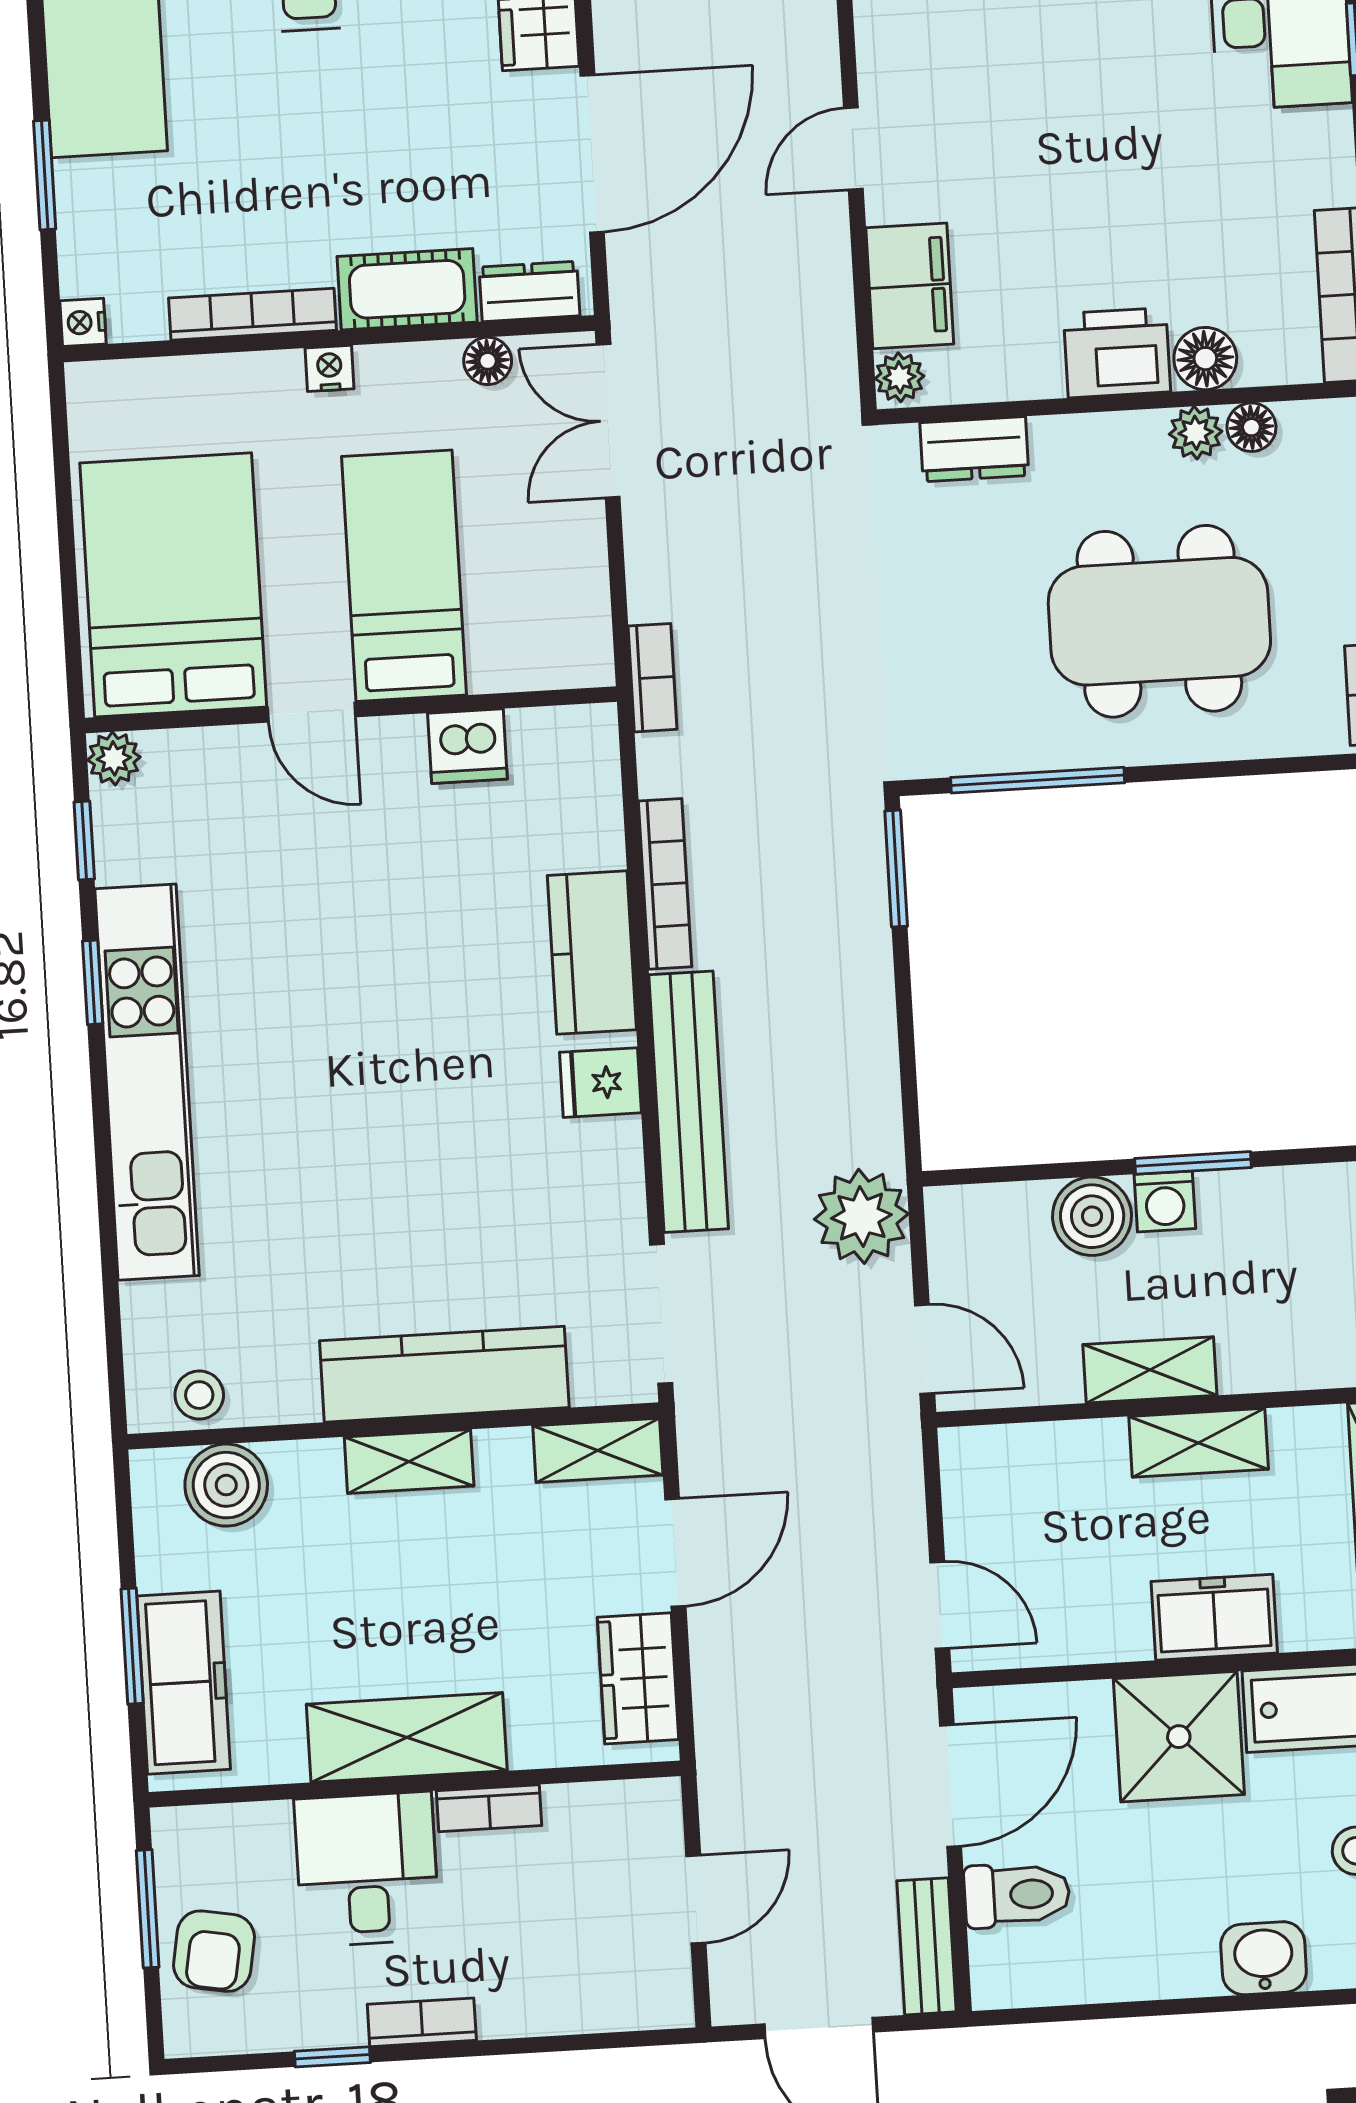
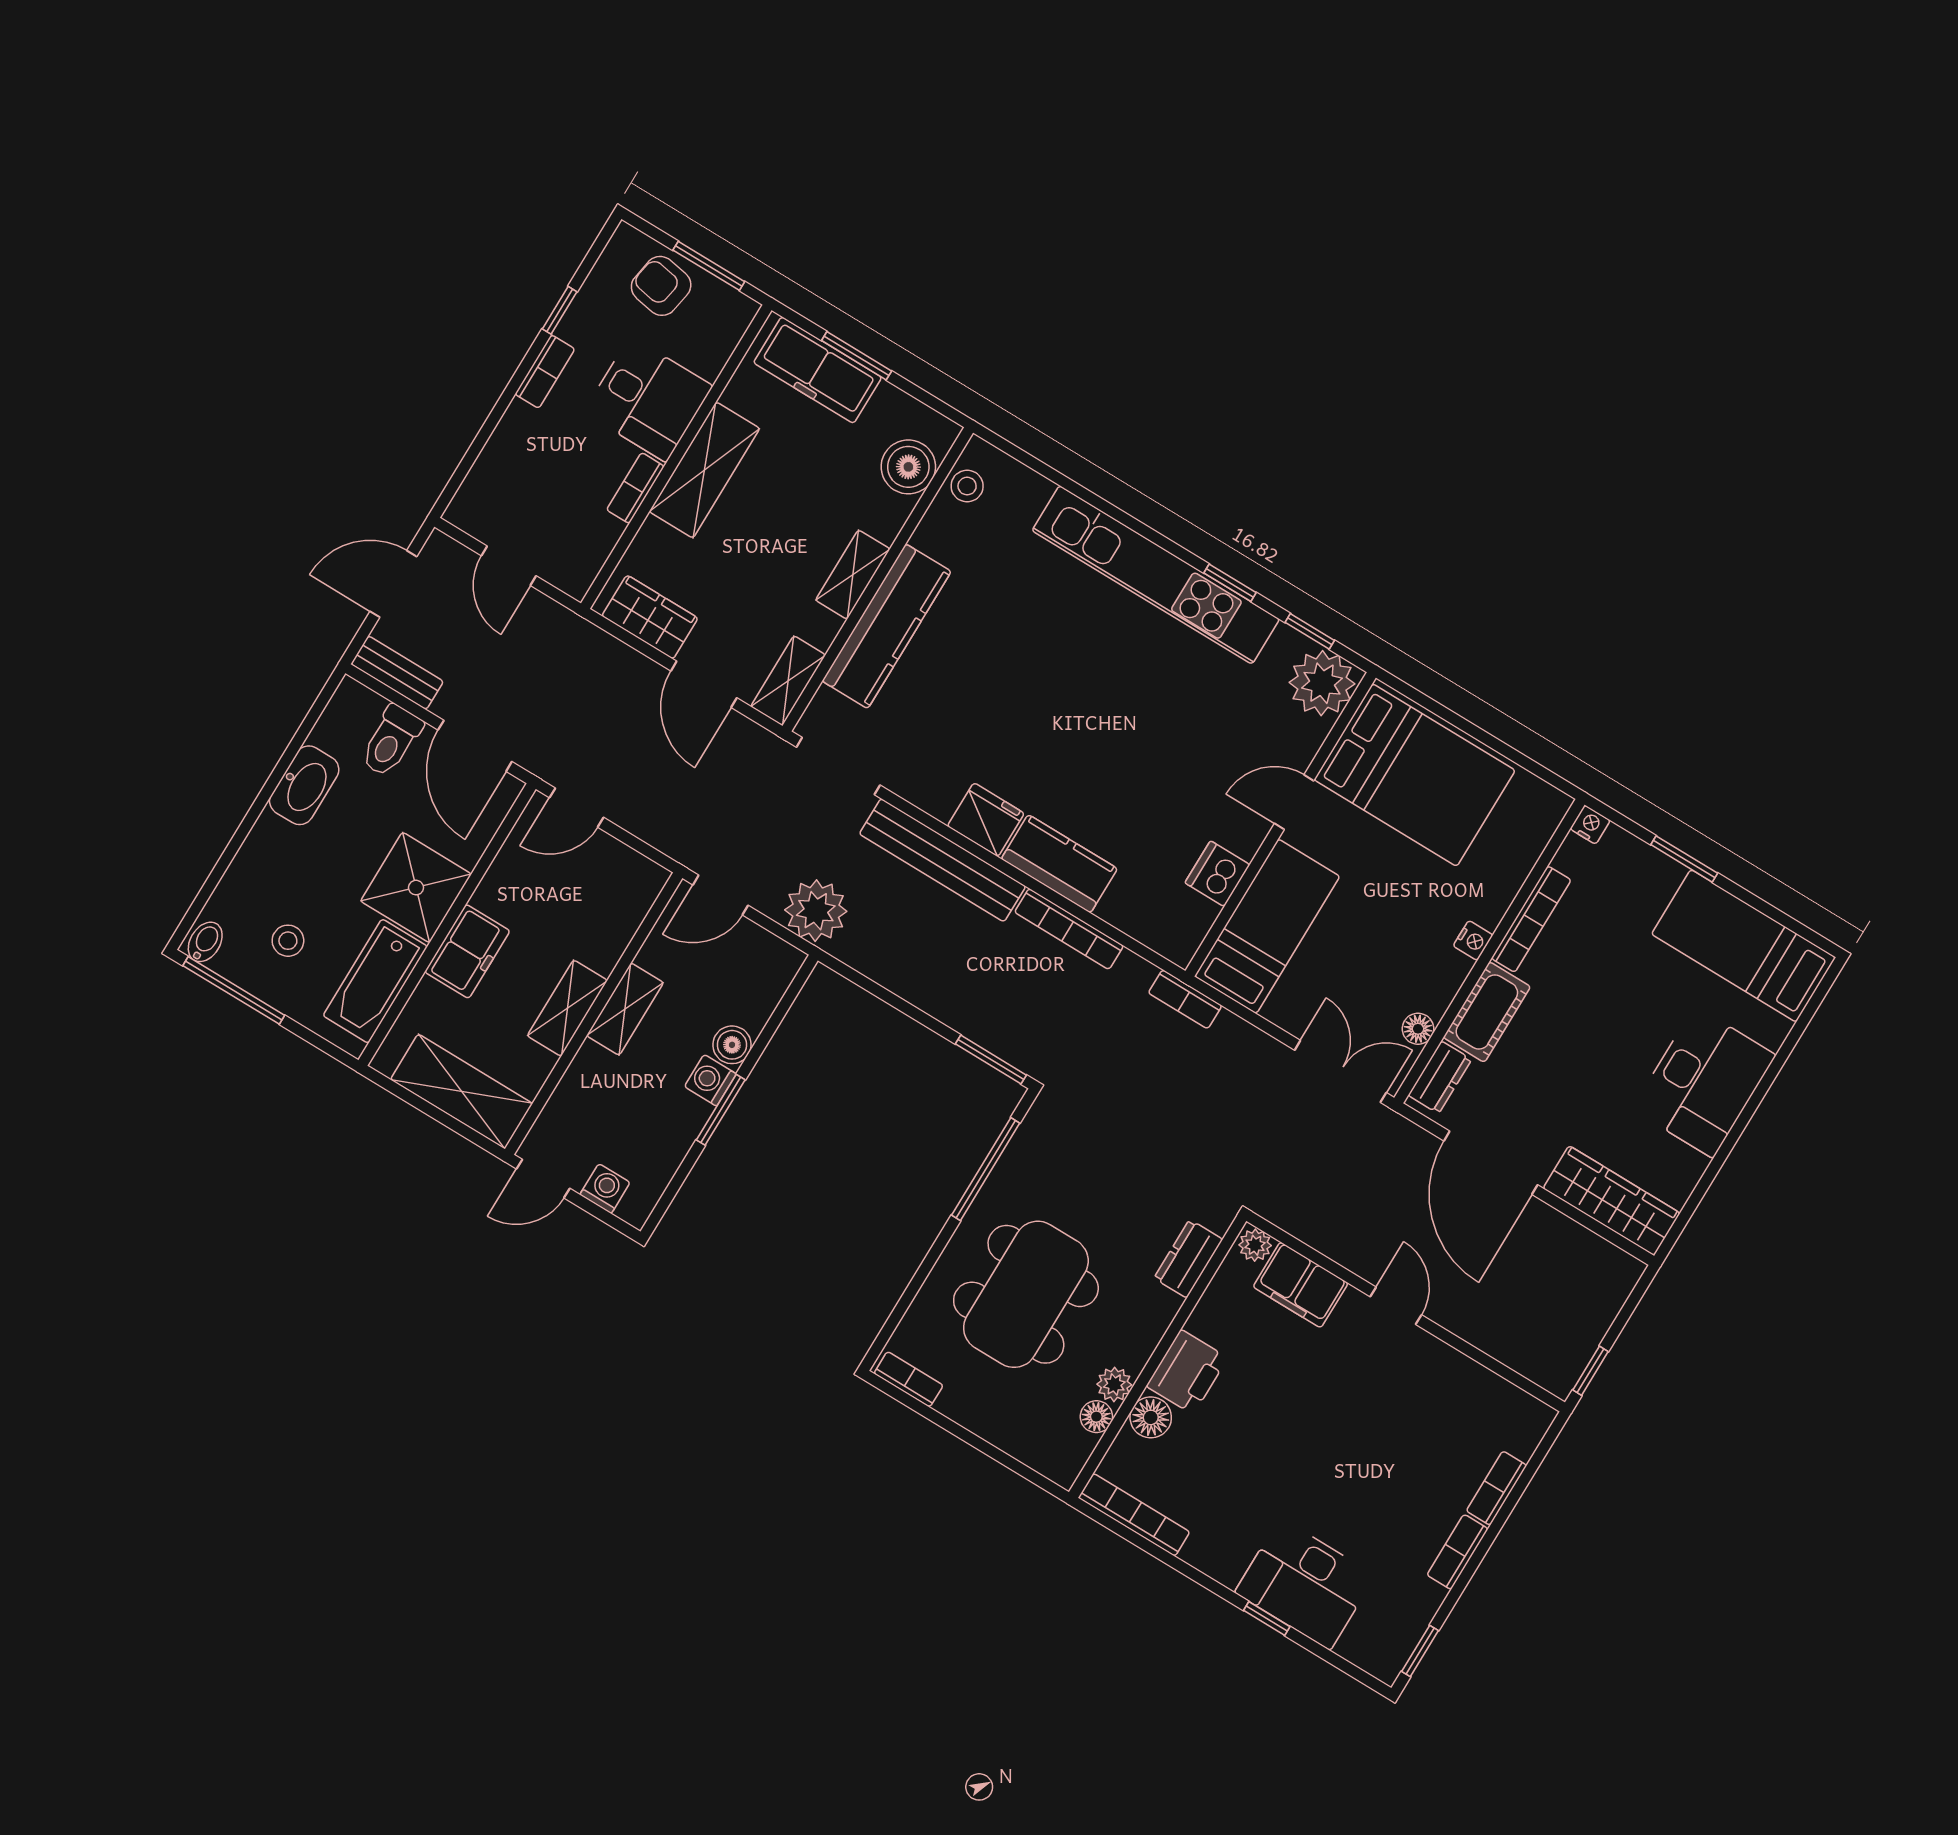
bed: (404, 576) -> (1267, 926), moved, turned -90
plant: (114, 758) -> (1322, 683), width x1.87, depth x1.87
fridge: (600, 1083) -> (986, 820), width x1.38
boiler: (1092, 1216) -> (732, 1045), width x0.73, depth x0.73
washbasin: (1264, 1958) -> (304, 785), moved, width x1.38

